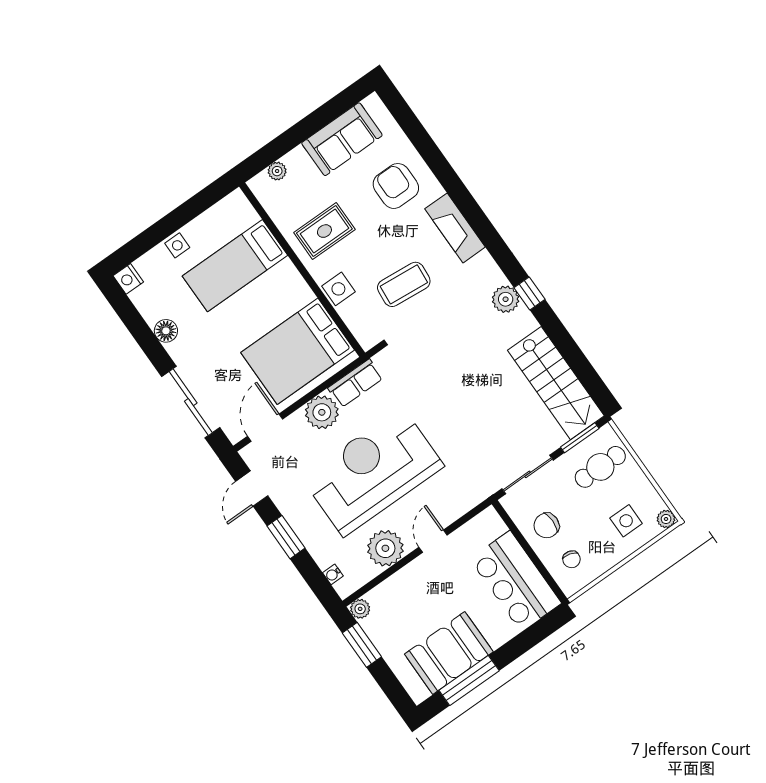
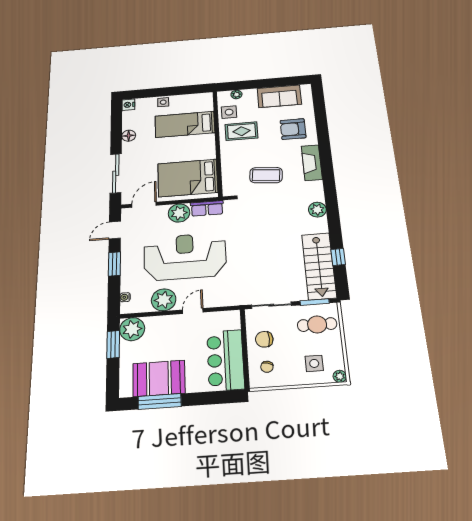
armchair: (396, 186) -> (293, 129), turned -90
side table: (338, 289) -> (229, 112), moved
window: (530, 293) -> (338, 257), moved
plant: (360, 609) -> (132, 329), width x1.87, depth x1.87

